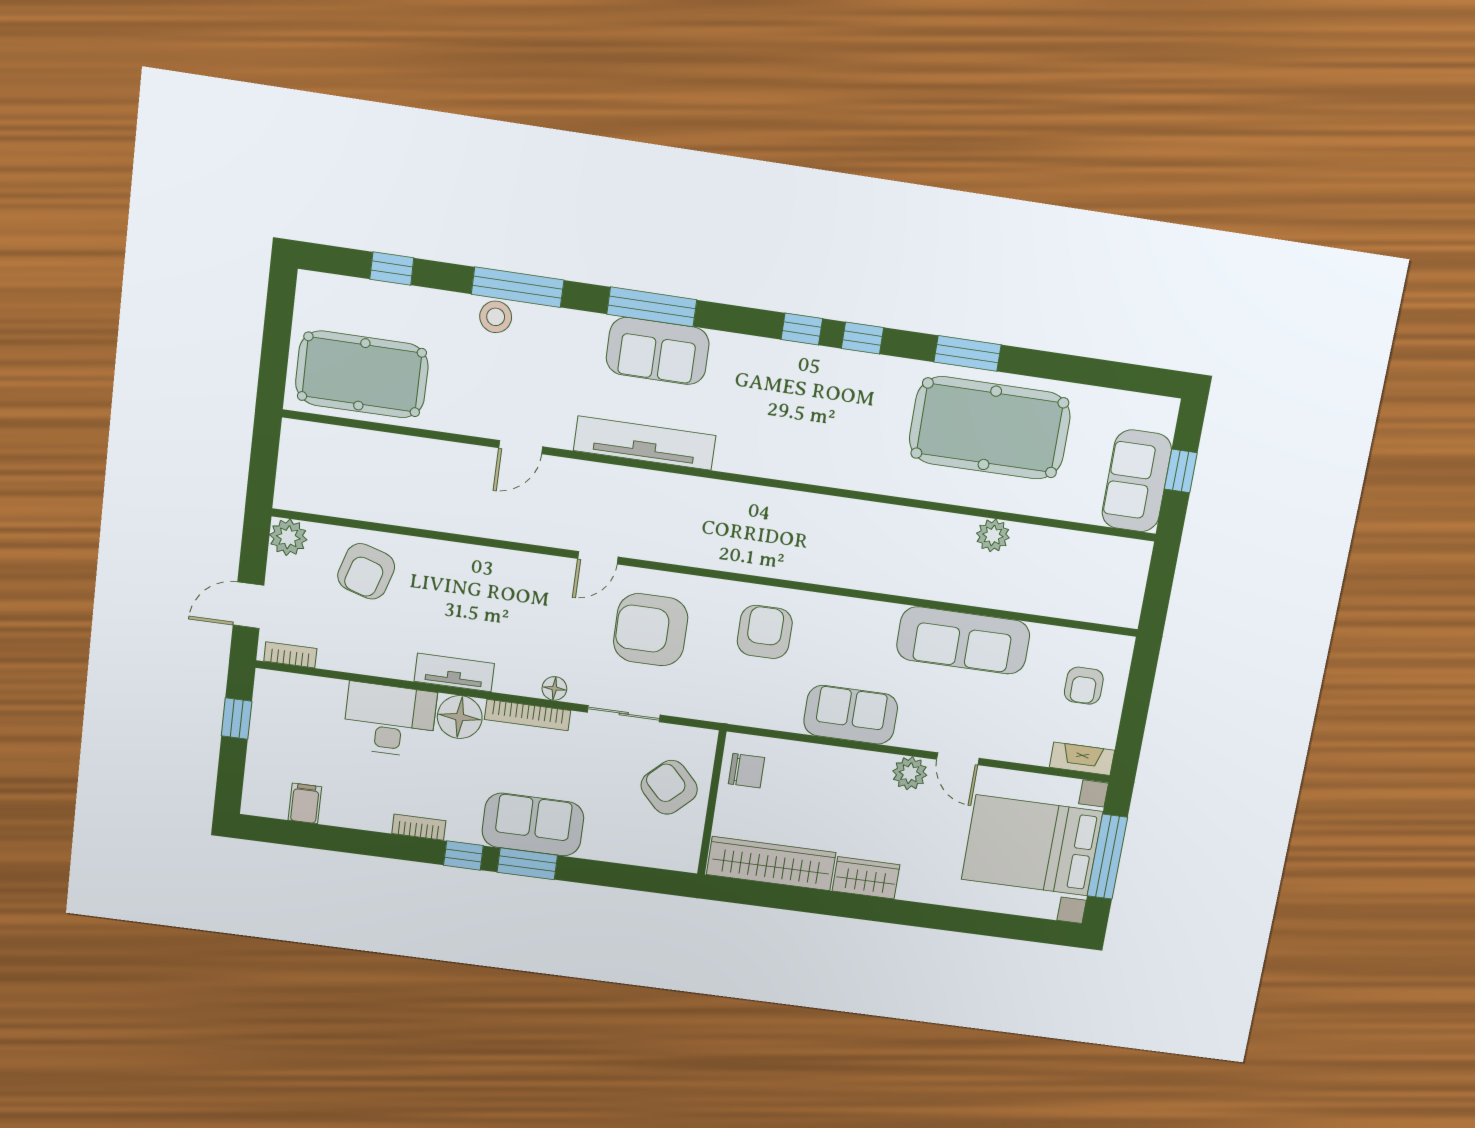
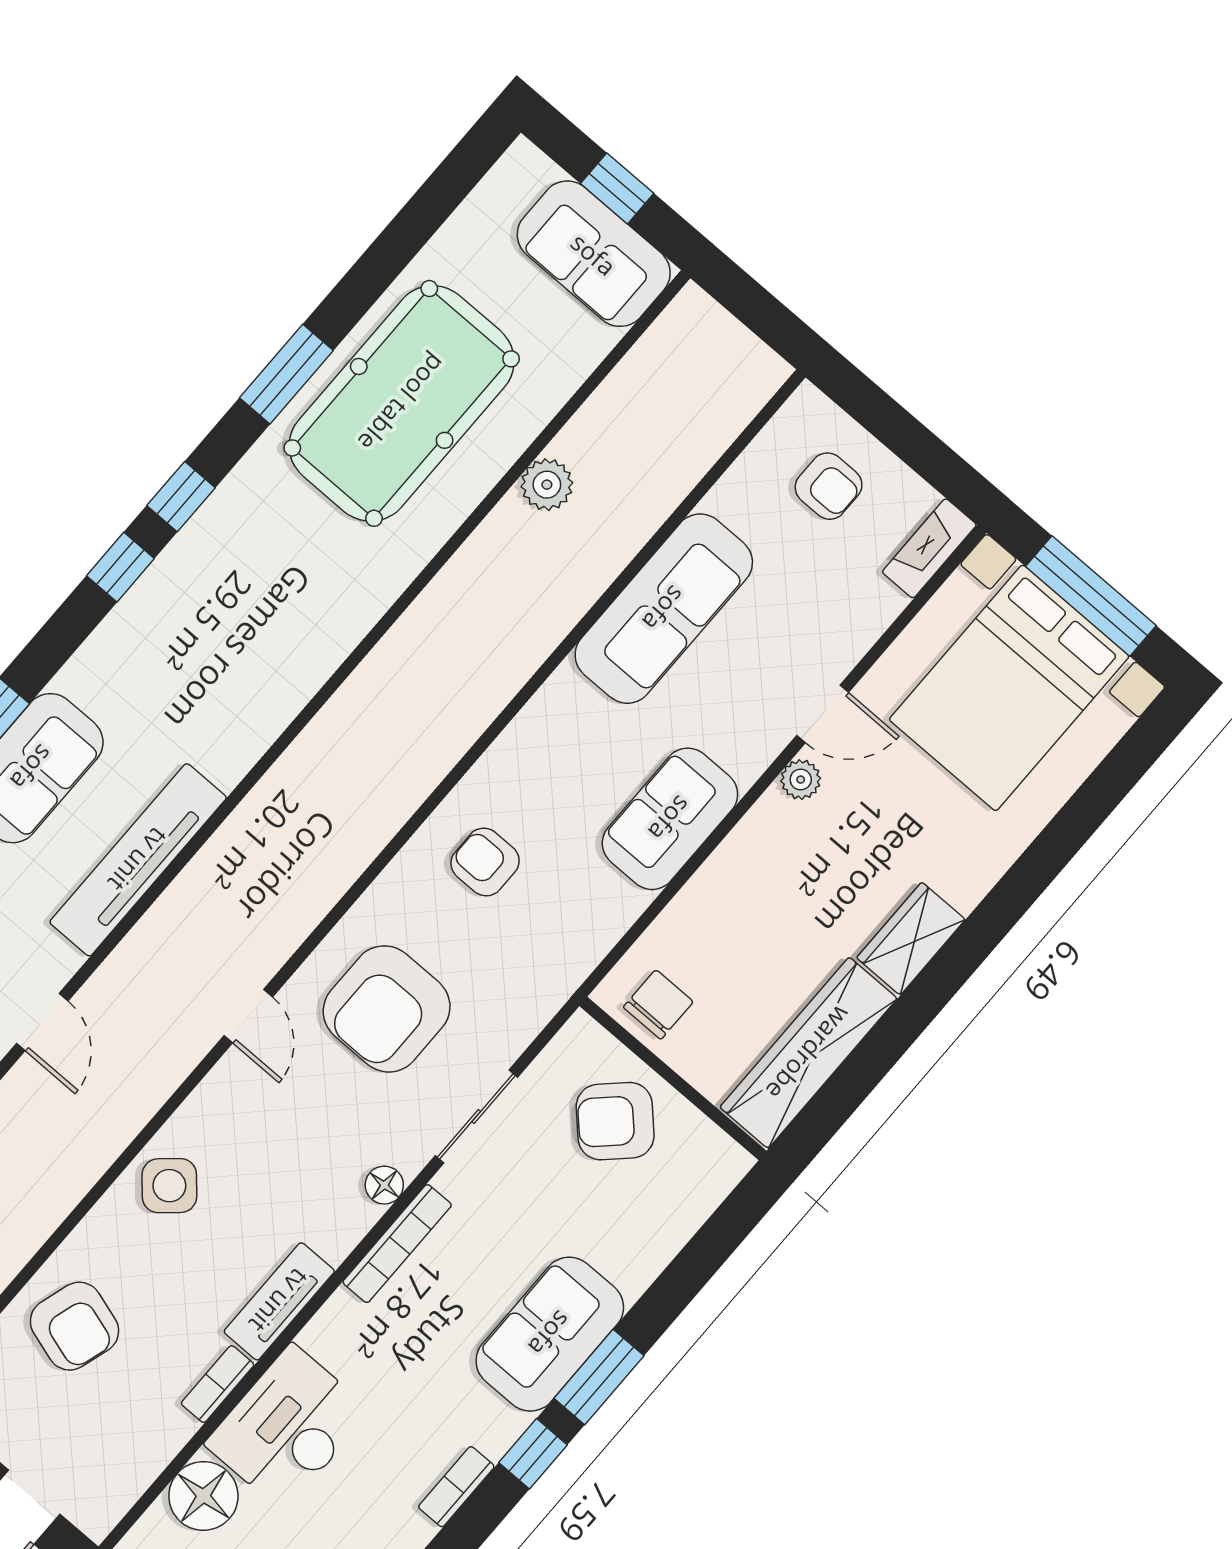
side table: (477, 574) -> (169, 1186), added
armchair: (765, 632) -> (485, 862), width x0.72, depth x0.72
bookcase: (290, 655) -> (218, 1384), moved
floor lamp: (460, 717) -> (203, 1496), moved
plant: (910, 773) -> (801, 780), width x0.73, depth x0.73

